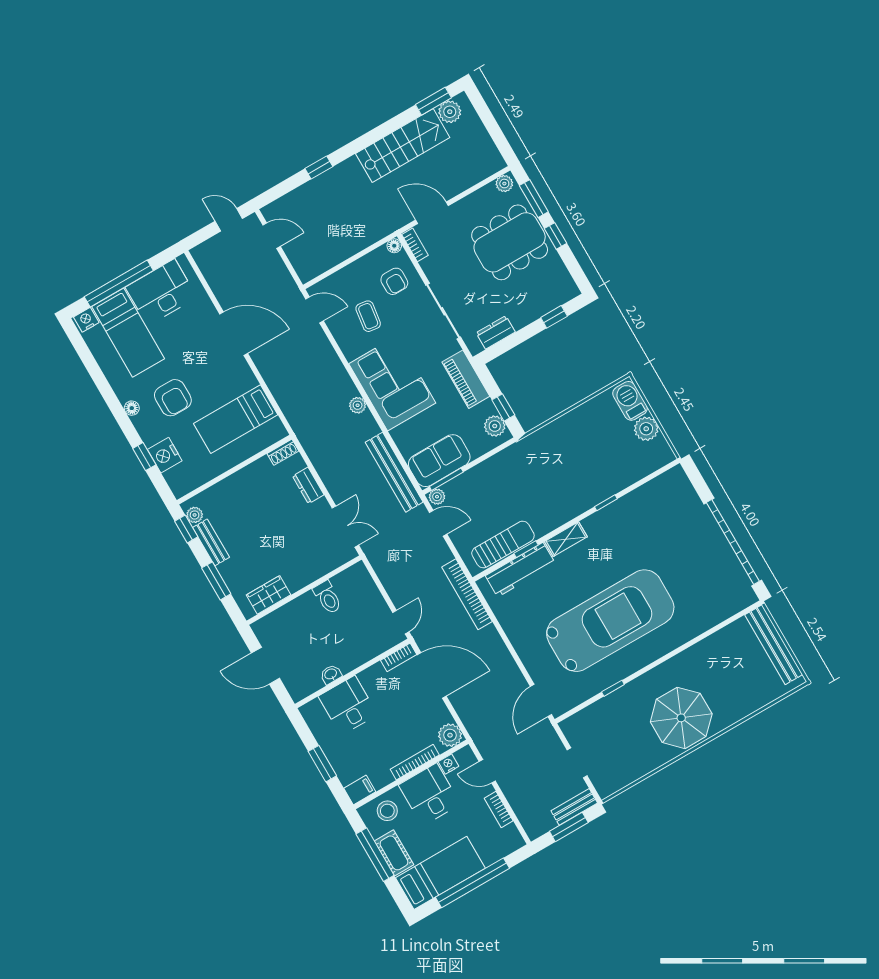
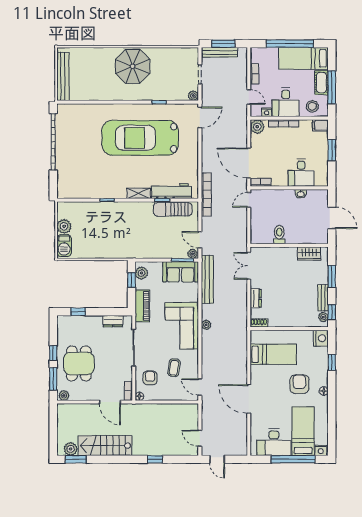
dining table: (510, 242) -> (79, 364), width x0.73
nightstand: (165, 455) -> (321, 338), moved
plant: (569, 726) -> (193, 96), added
bench: (574, 807) -> (219, 52), width x1.36

